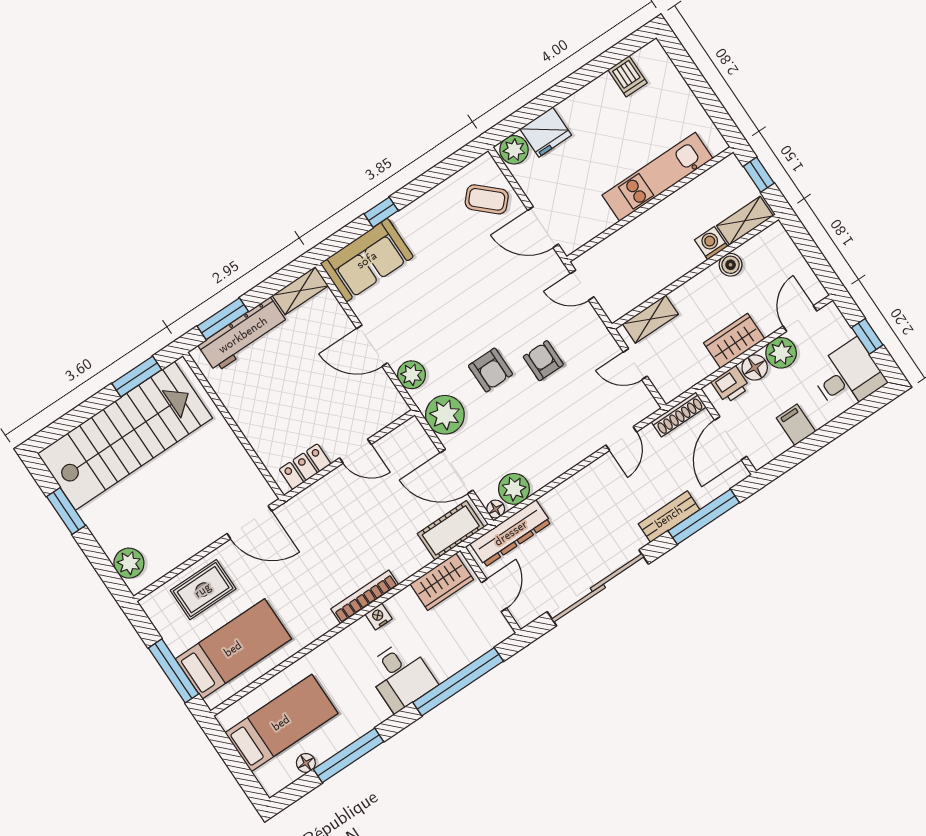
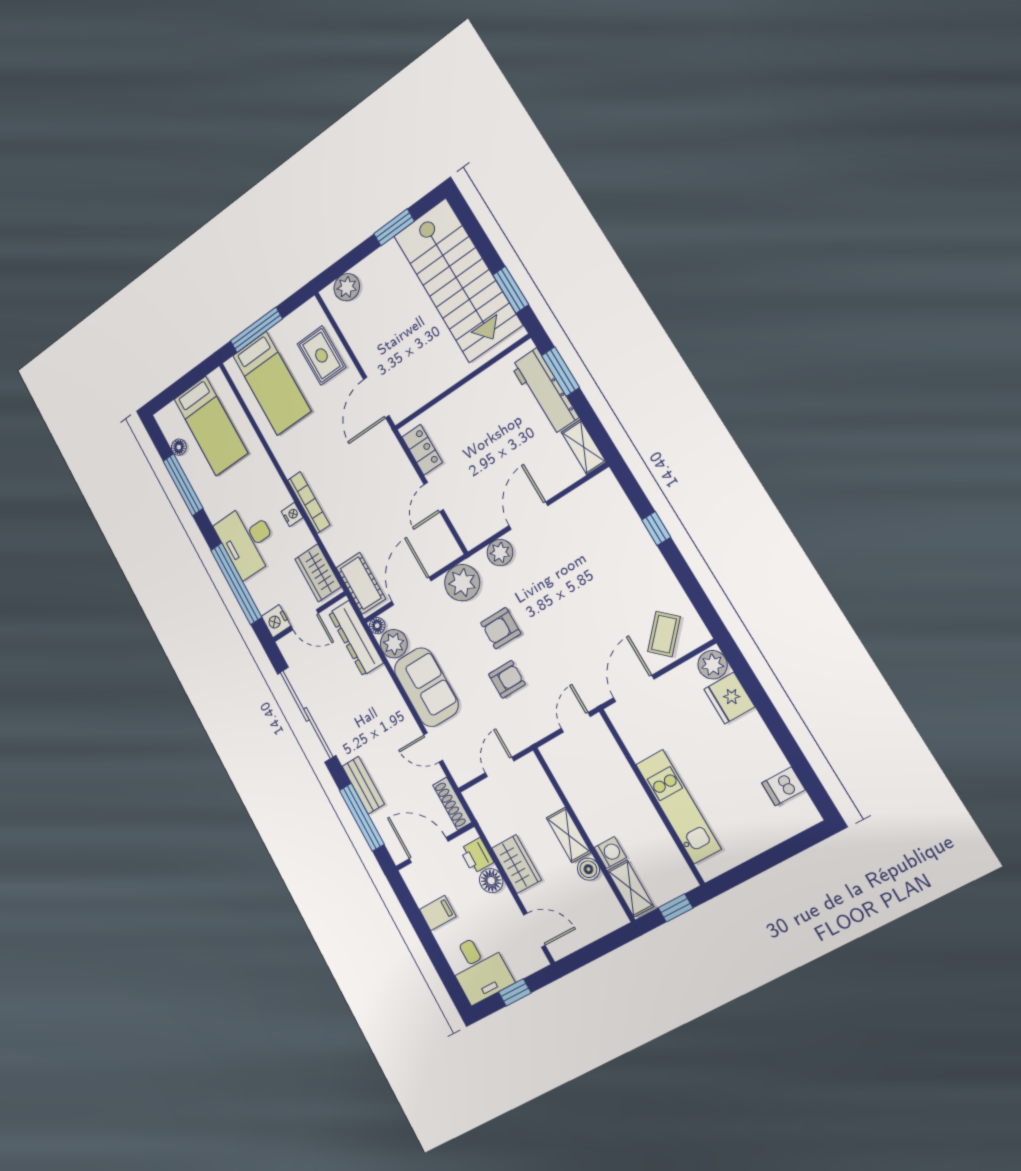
sofa: (367, 260) -> (426, 687), moved, turned 180
shelving: (650, 319) -> (569, 835), moved
plant: (781, 353) -> (503, 908), removed
nightstand: (497, 630) -> (276, 621), added
desk: (401, 676) -> (247, 540), width x1.37

